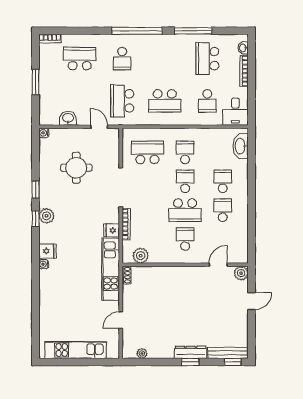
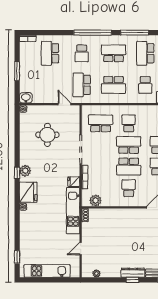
school desk: (80, 59) -> (50, 53), turned -90
school desk: (165, 59) -> (114, 53), added
washbasin: (68, 118) -> (26, 98), moved
school desk: (185, 181) -> (129, 145), width x1.85
window: (36, 190) -> (17, 257), moved
fridge: (48, 251) -> (28, 192), width x1.88, depth x1.34

